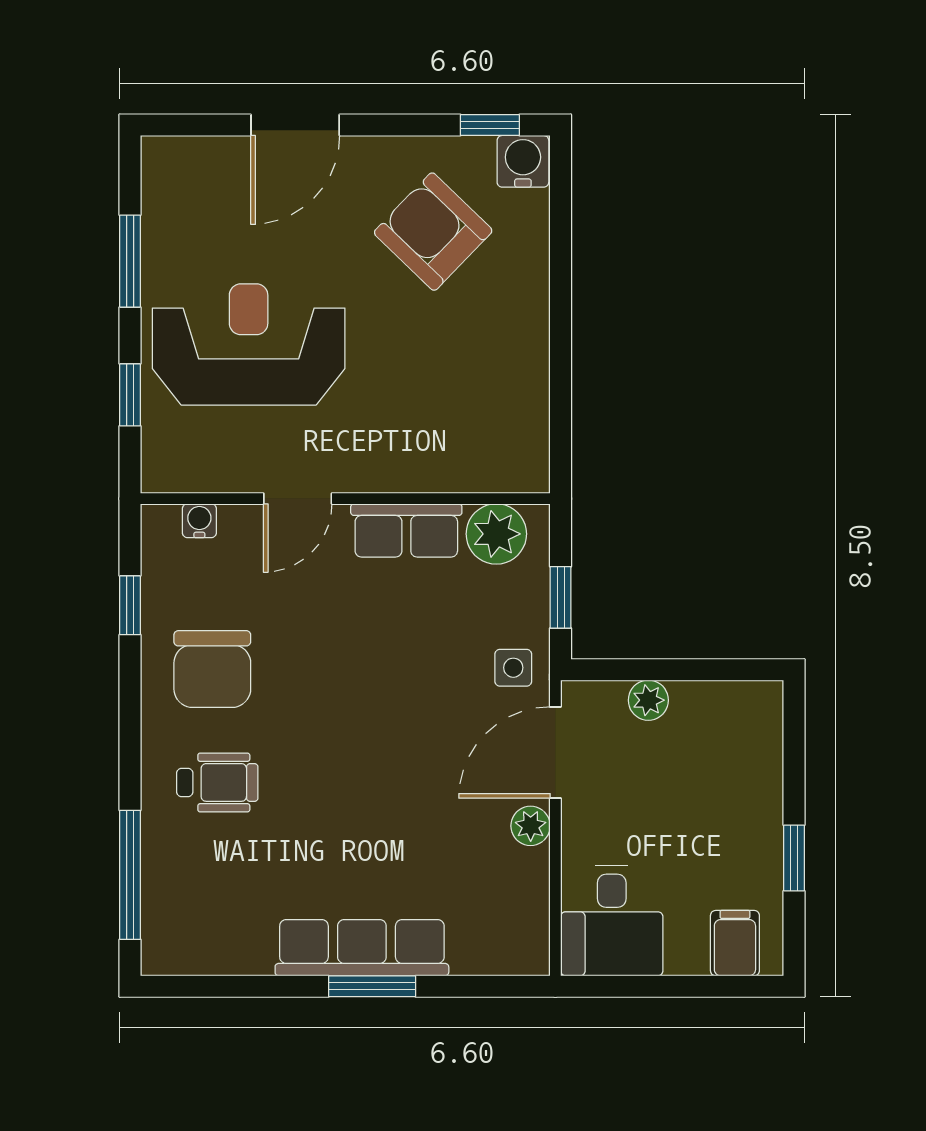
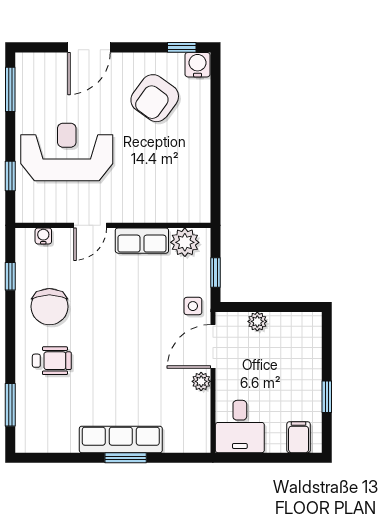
armchair: (433, 232) -> (155, 98), turned -98
window: (130, 261) -> (10, 89), moved
window: (130, 875) -> (10, 405), width x0.69

